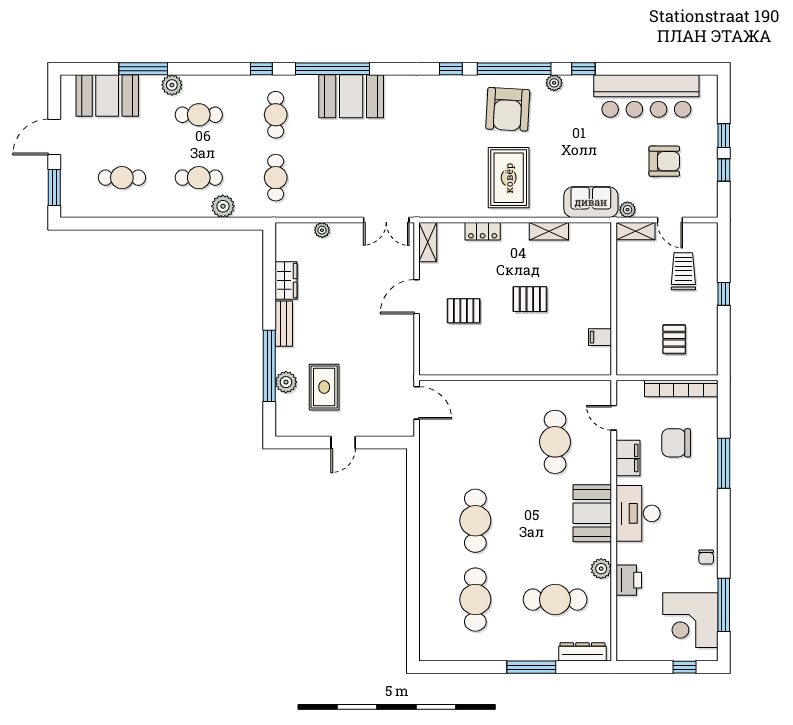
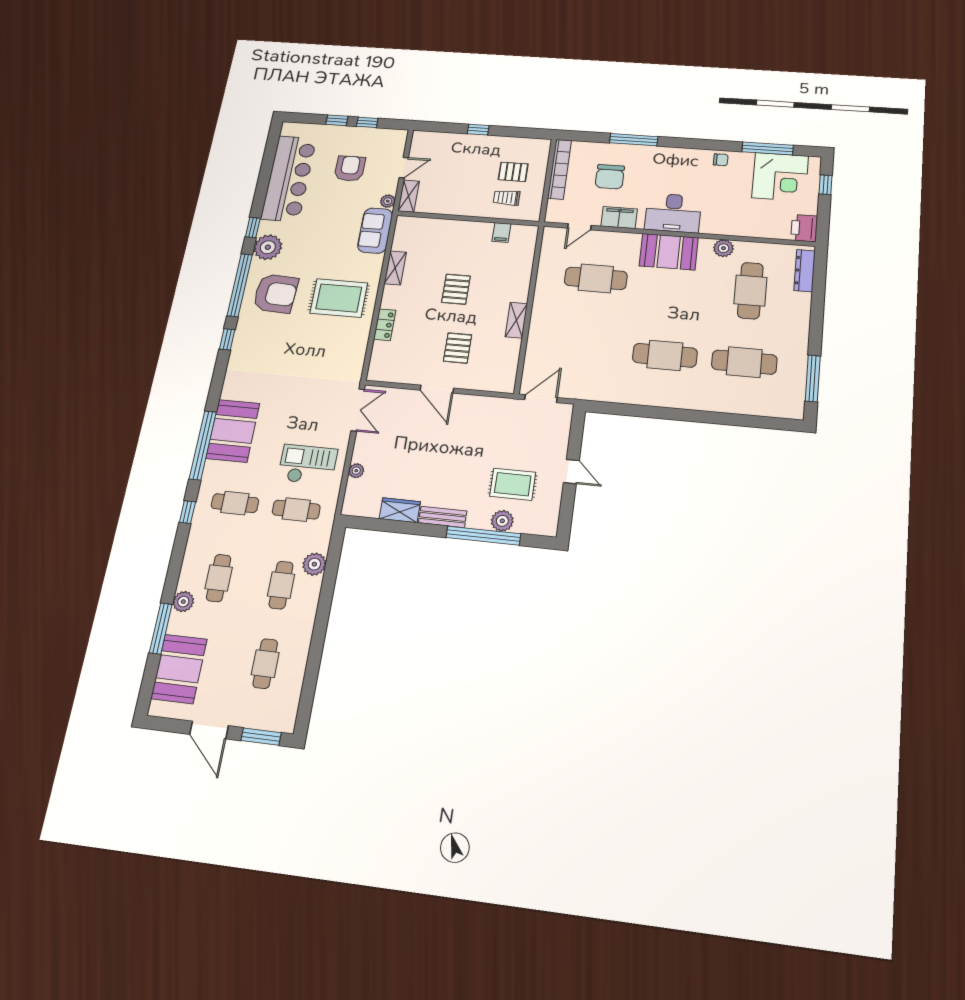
plant: (554, 83) -> (268, 247), width x1.88, depth x1.88
checkout: (323, 180) -> (308, 465), added
shelving: (428, 242) -> (516, 320), moved, turned 90
trolley: (683, 271) -> (507, 198), moved, width x0.73, depth x0.72
printer: (629, 580) -> (804, 228), moved, turned -90
window: (531, 667) -> (813, 378), moved

